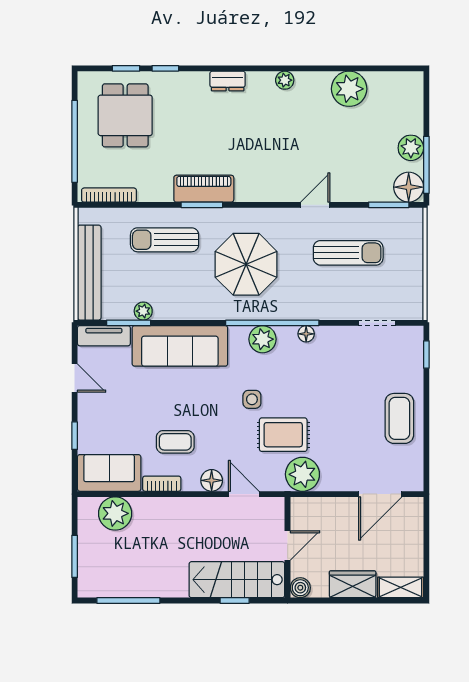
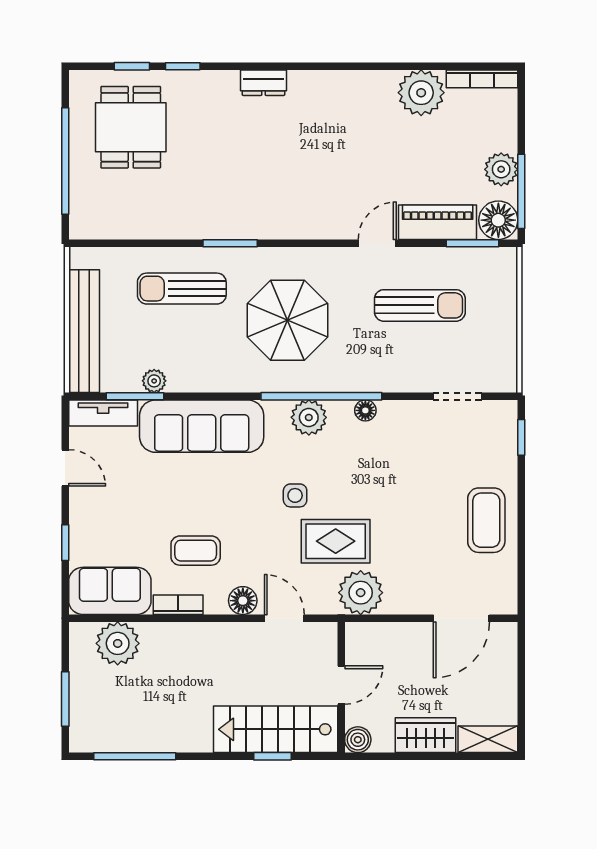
plant: (285, 80) -> (338, 82), removed
piano: (204, 189) -> (438, 222), moved
bookcase: (109, 195) -> (482, 79), moved, turned 180

